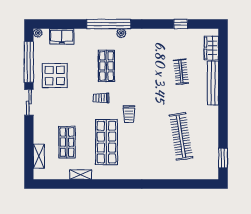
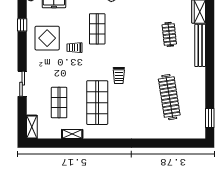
window: (29, 62) -> (22, 25), width x0.32
trolley: (101, 98) -> (74, 48), moved
sliding door: (29, 102) -> (22, 84), moved
shelving: (39, 156) -> (32, 127), moved

